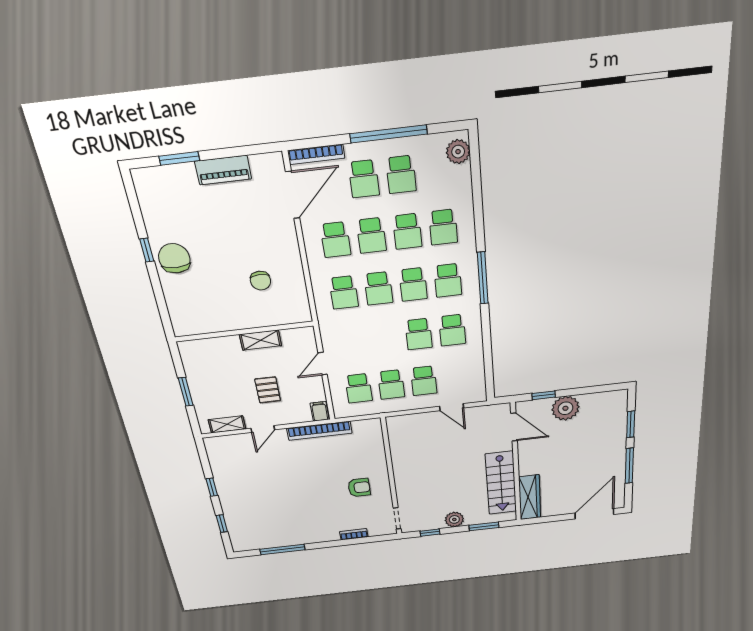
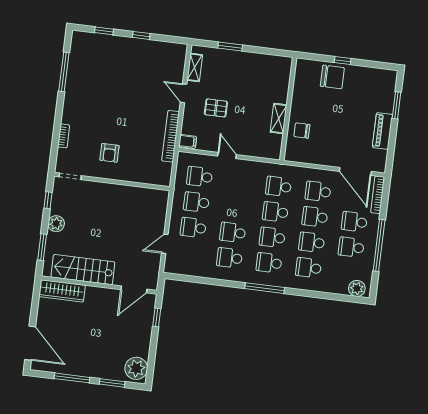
wall: (244, 332) -> (288, 109), moved
shelving: (260, 340) -> (279, 118), moved
plant: (565, 408) -> (136, 368), moved

